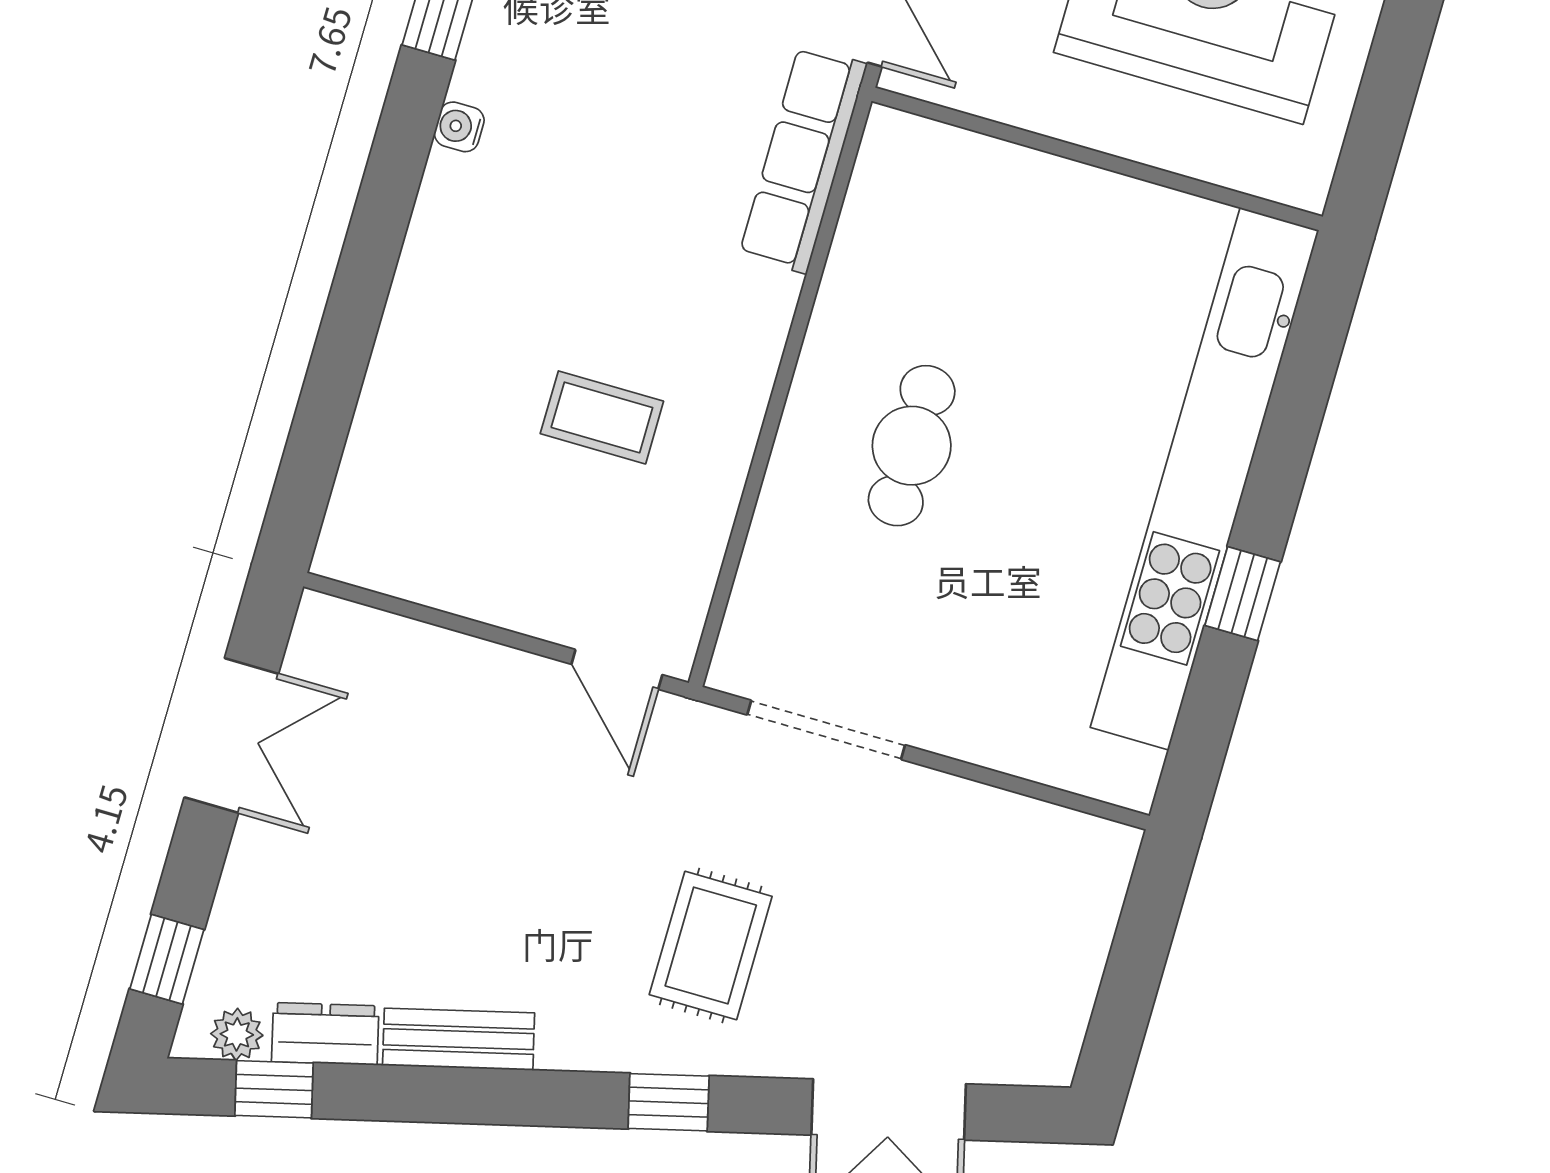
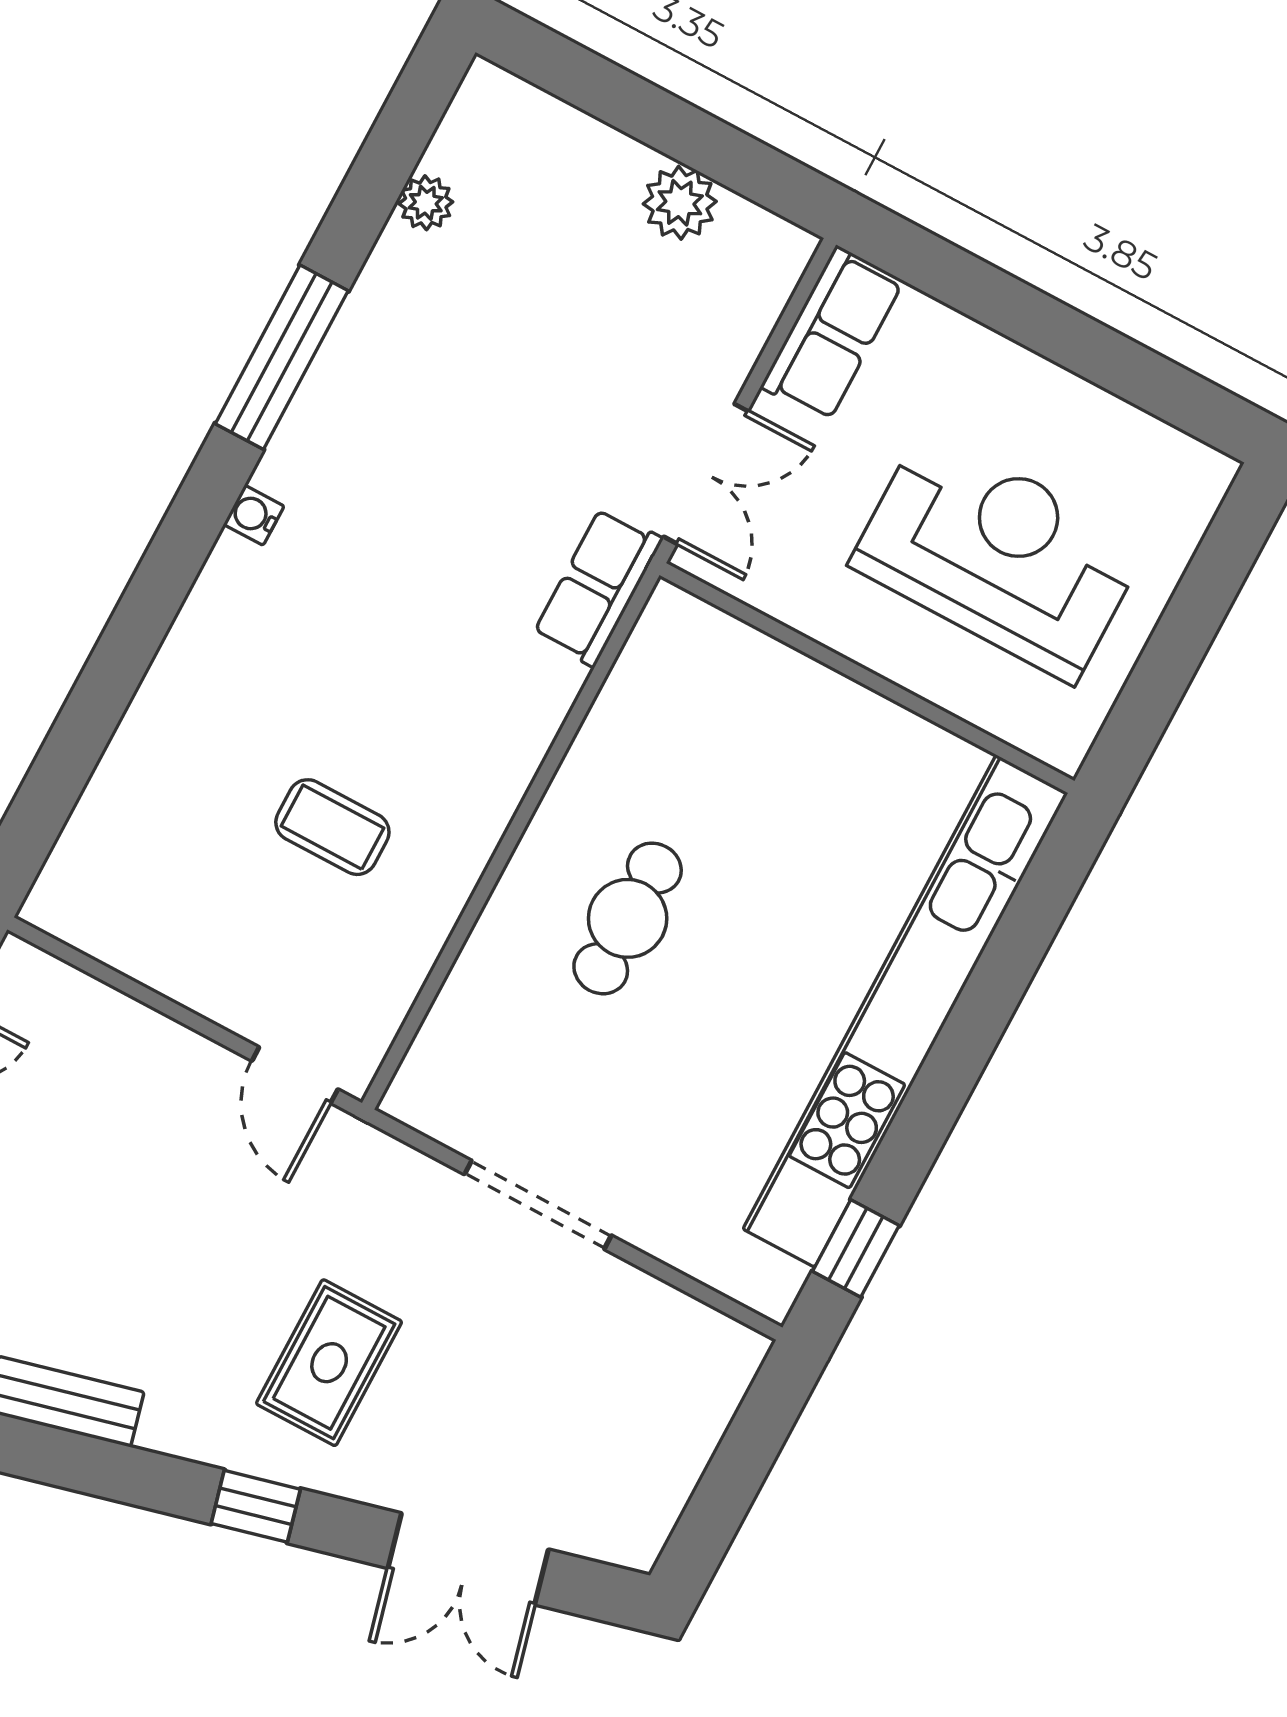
row of seats: (803, 159) -> (598, 587), width x0.68
window: (1243, 594) -> (856, 1248), moved
doorway: (826, 730) -> (538, 1205), moved

